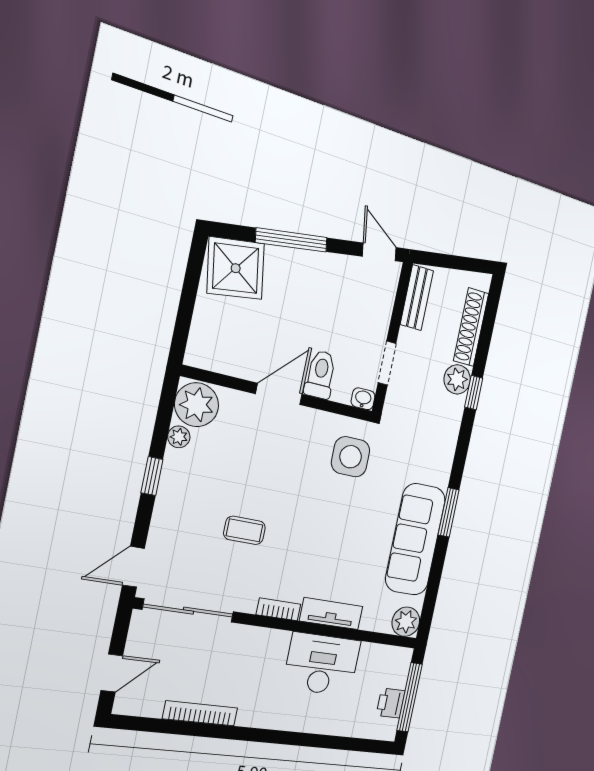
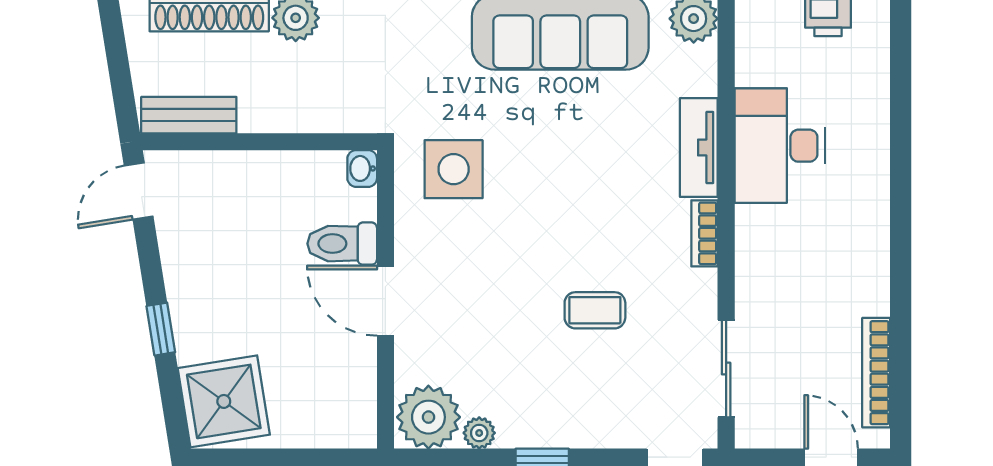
window: (292, 240) -> (161, 329), width x0.46
doorway: (387, 363) -> (299, 142), removed
coffee table: (244, 530) -> (595, 310), turned 90
sliding door: (188, 611) -> (726, 369), width x0.73
bookcase: (200, 713) -> (876, 373), moved

